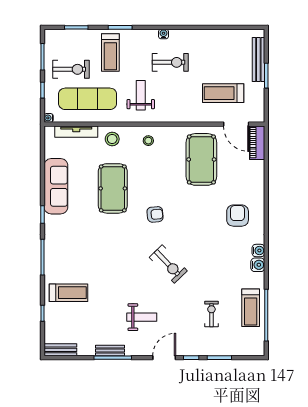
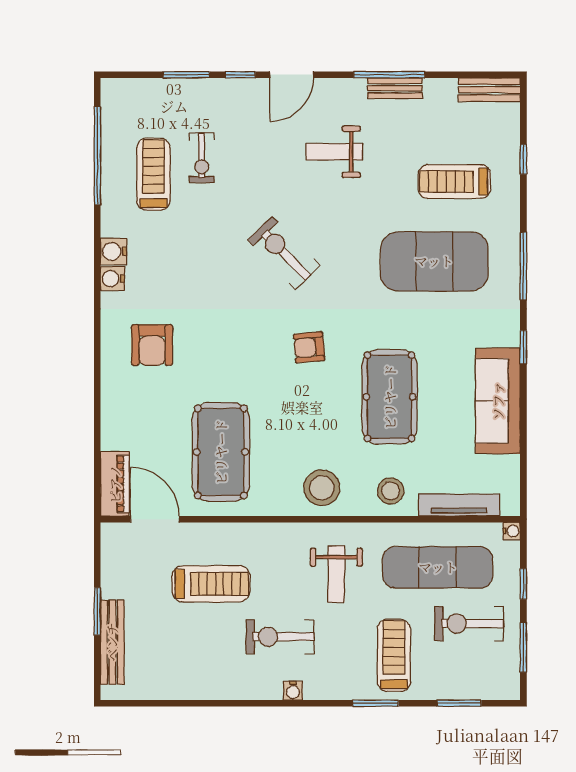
treadmill: (223, 93) -> (211, 584), moved
stool: (148, 141) -> (322, 488), width x1.89, depth x1.89
exercise mat: (89, 260) -> (434, 261), added
treadmill: (68, 293) -> (454, 182), moved
treadmill: (251, 308) -> (153, 174), moved

